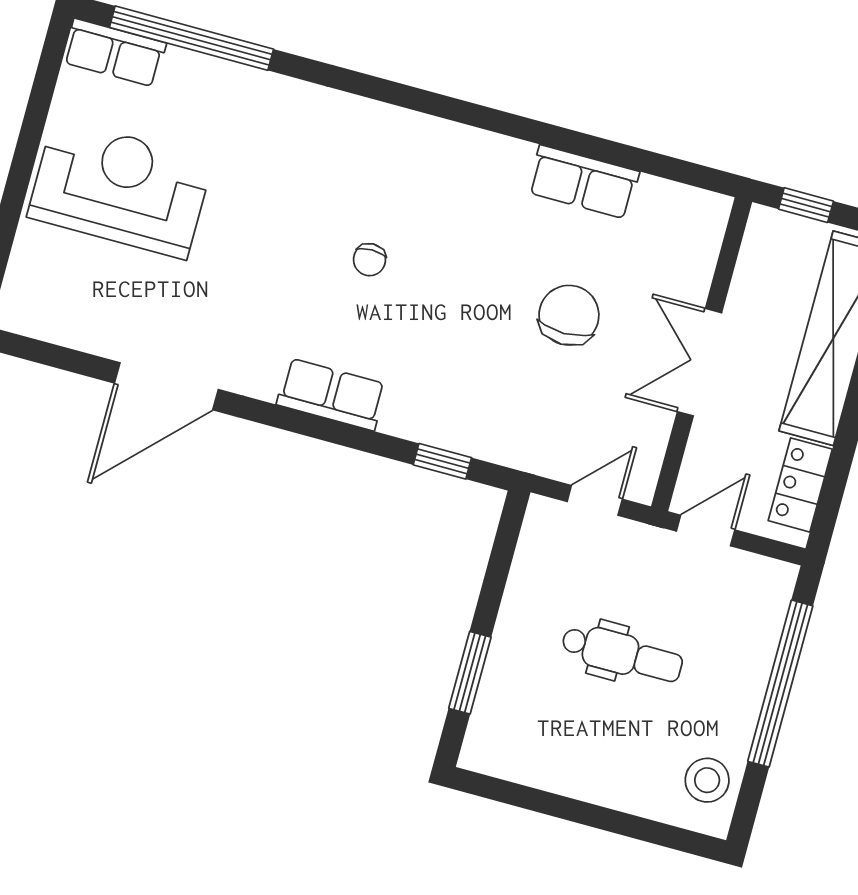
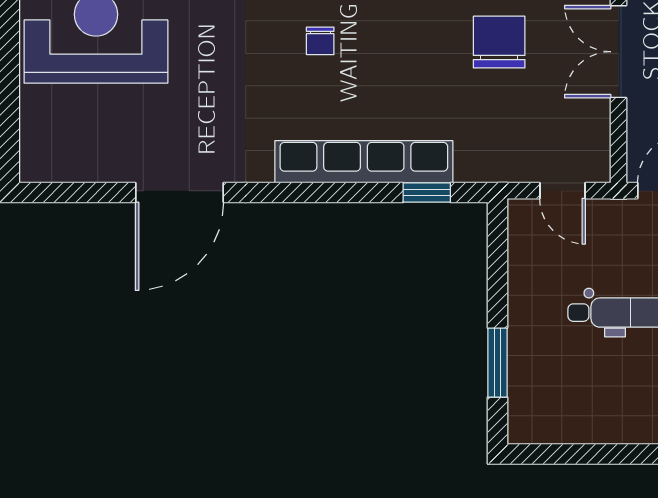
row of seats: (331, 394) -> (364, 162), width x2.02
door: (595, 500) -> (563, 191), swing flipped

